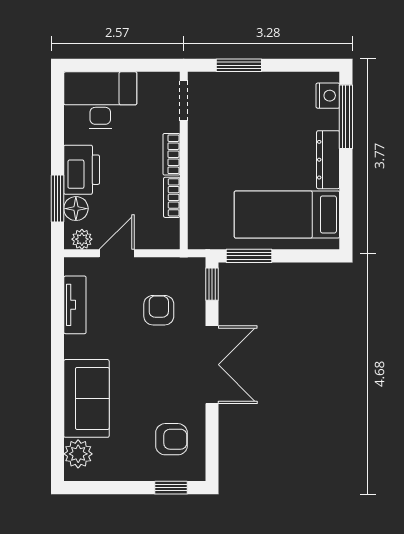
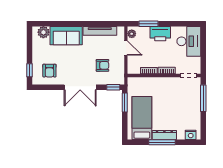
window: (239, 65) -> (203, 98), width x1.44
window: (346, 117) -> (162, 142), moved
floor lamp: (76, 209) -> (144, 31), removed
tv unit: (75, 305) -> (100, 31), width x1.41

